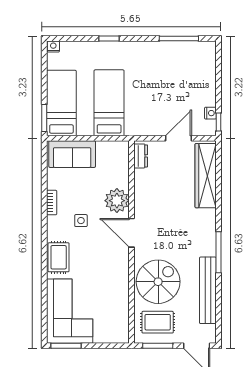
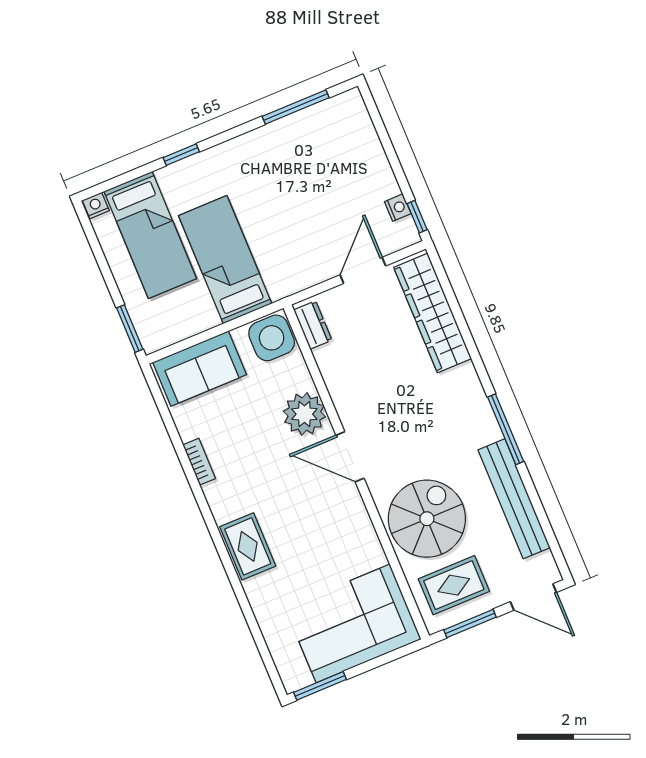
bed: (61, 103) -> (150, 235), moved, turned 180
side table: (81, 221) -> (272, 338), moved, width x1.87, depth x1.87
corner sofa: (70, 311) -> (353, 623), moved, turned -90

